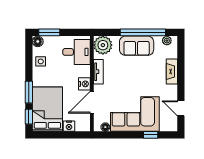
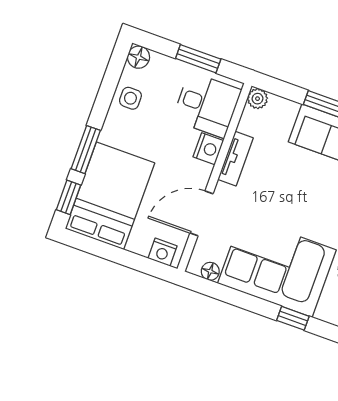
window: (49, 32) -> (198, 59), moved
plant: (103, 45) -> (258, 99), width x0.53, depth x0.53
nightstand: (84, 84) -> (208, 149), moved
nightstand: (69, 126) -> (163, 252), moved

